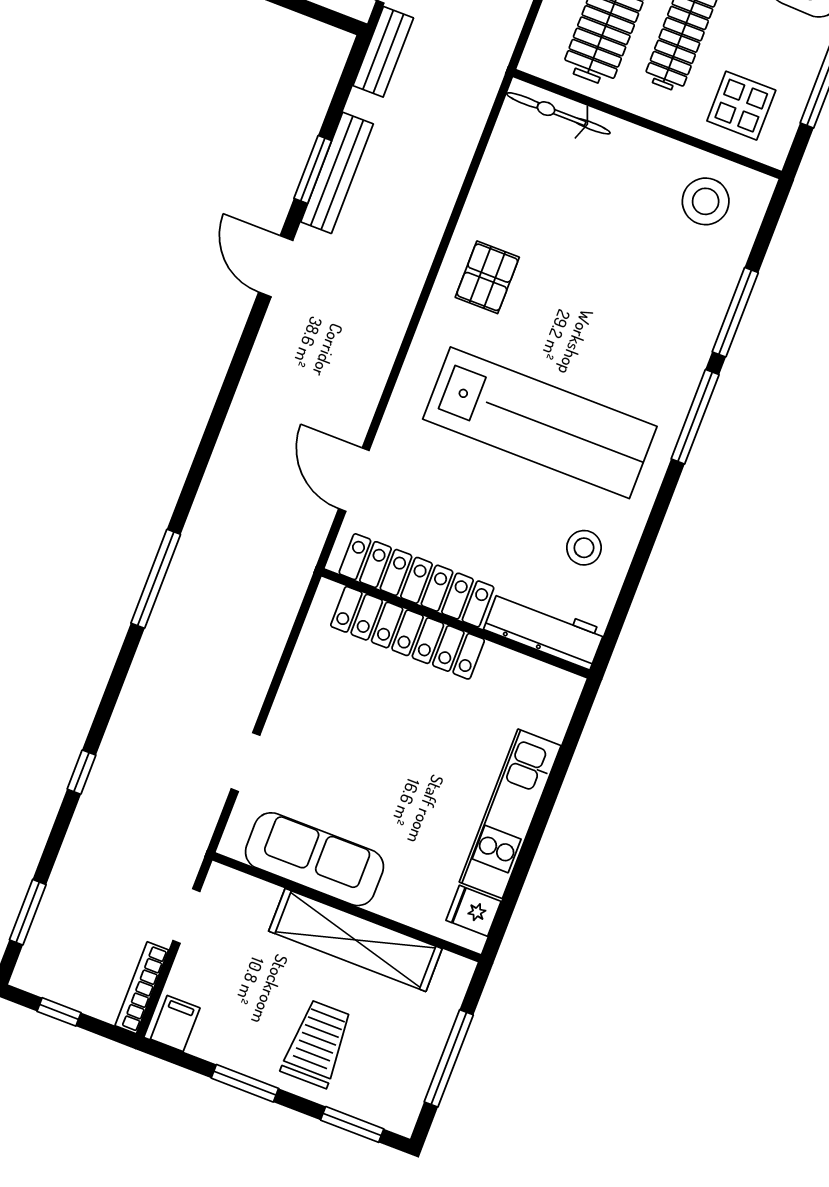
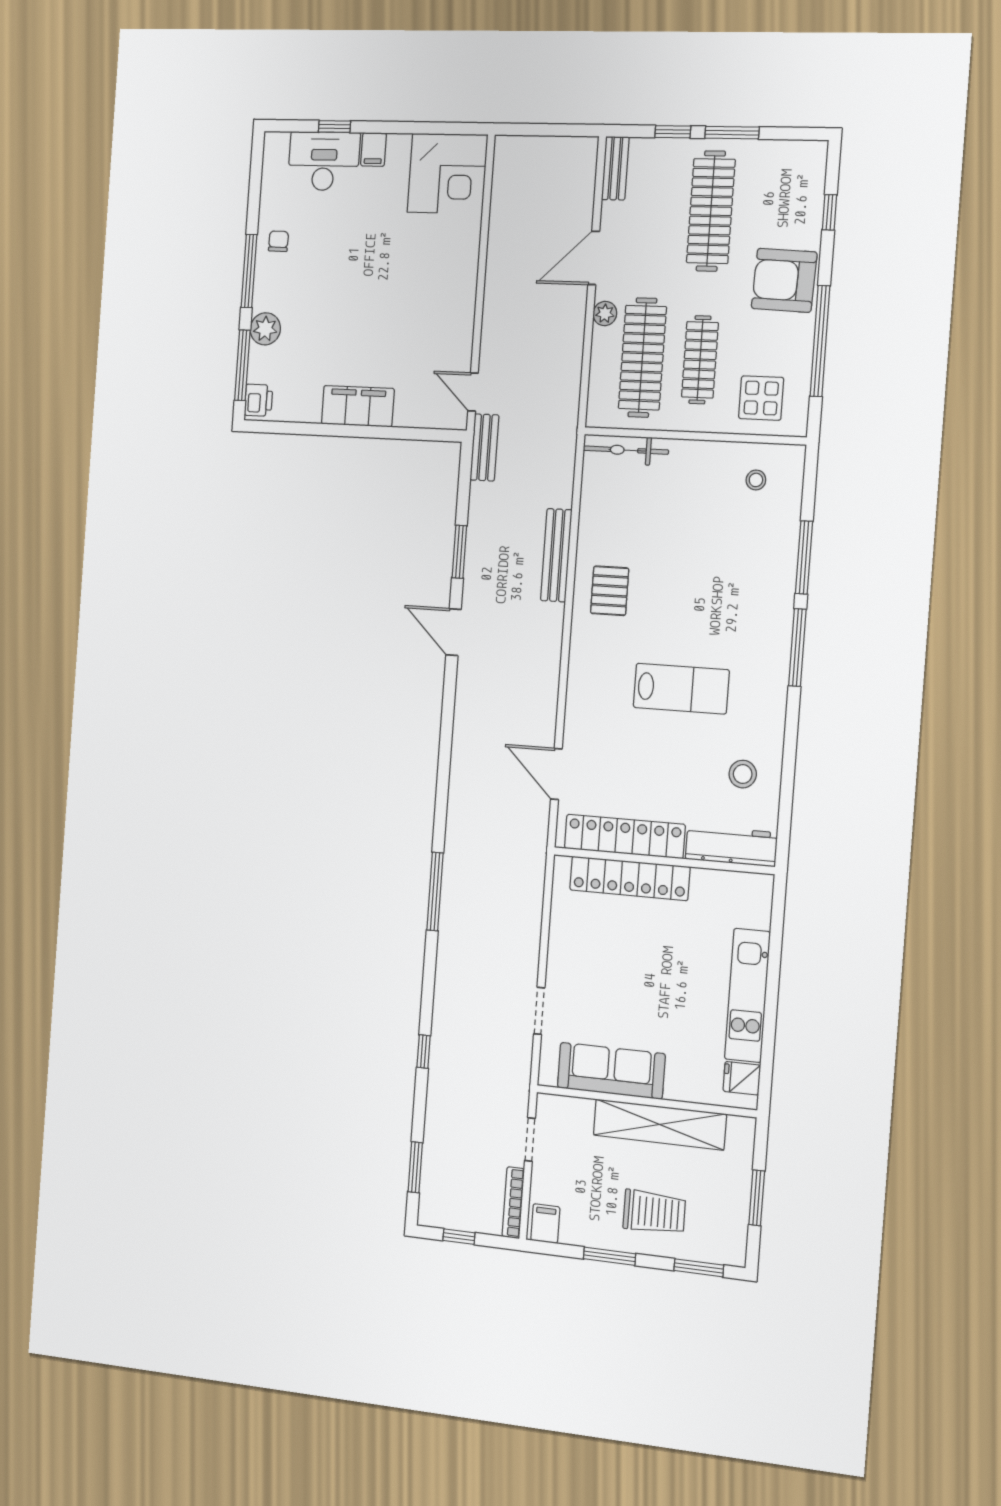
bench: (337, 173) -> (556, 555), moved
stool: (706, 201) -> (756, 480), width x0.53, depth x0.53
lab bench: (540, 423) -> (681, 689), width x0.54, depth x0.72
trolley: (317, 1044) -> (654, 1212), turned 90
window: (449, 1058) -> (757, 1198), width x0.69

